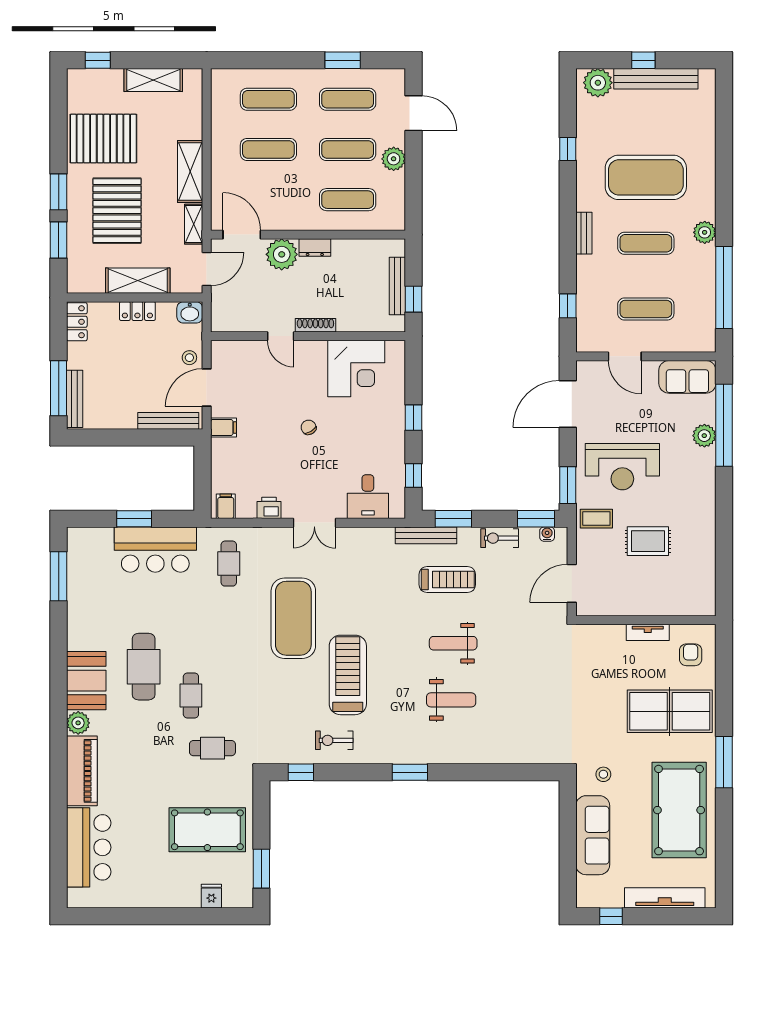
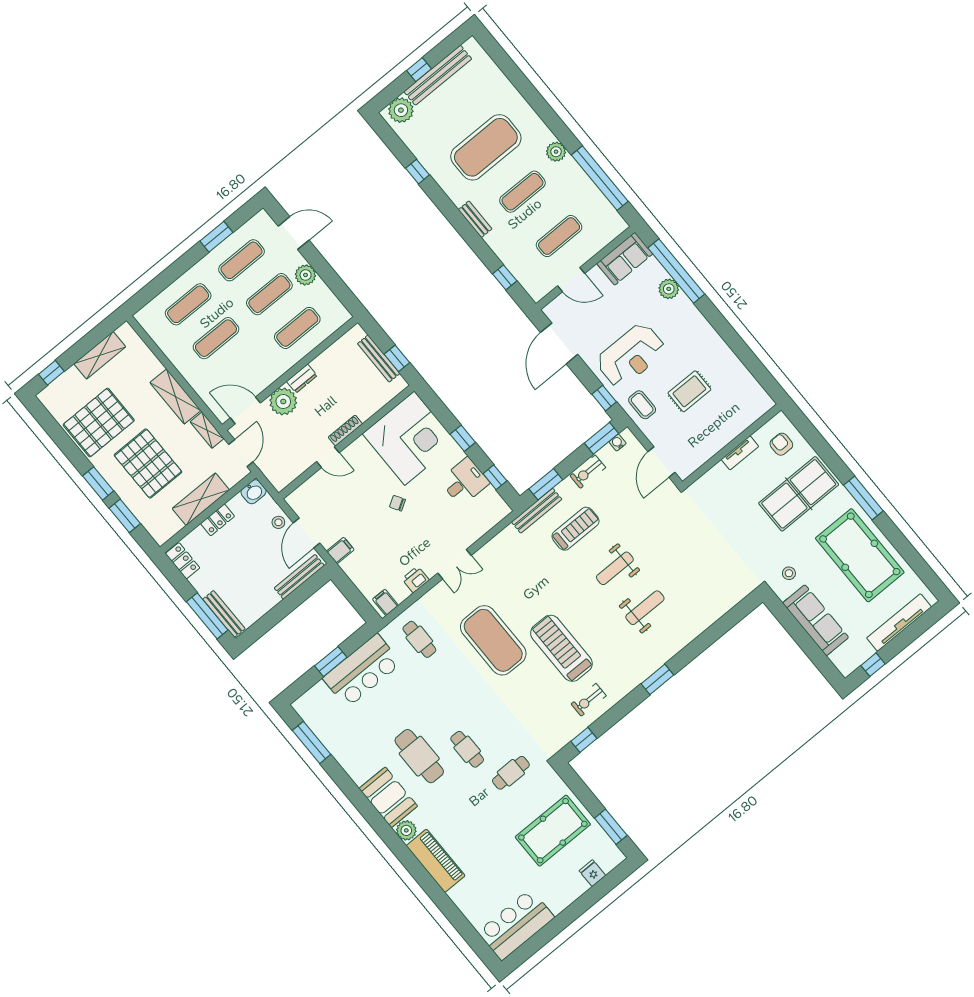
corner desk: (356, 368) -> (409, 438), width x1.36, depth x1.36
window: (568, 485) -> (604, 398), width x0.67
desk: (368, 497) -> (464, 482), moved, turned -90
coffee table: (596, 519) -> (642, 405), turned 90
bar counter: (89, 847) -> (516, 925), moved, turned -90

